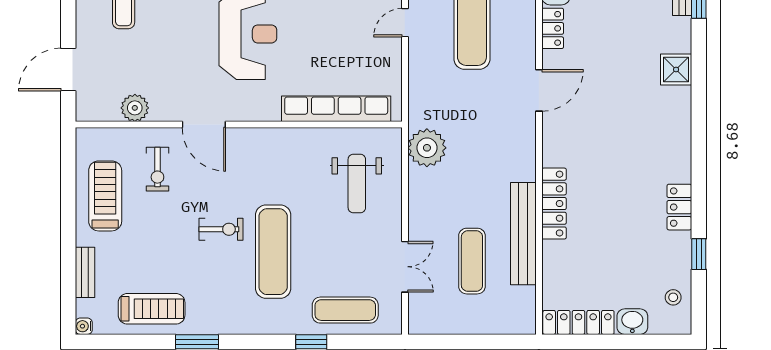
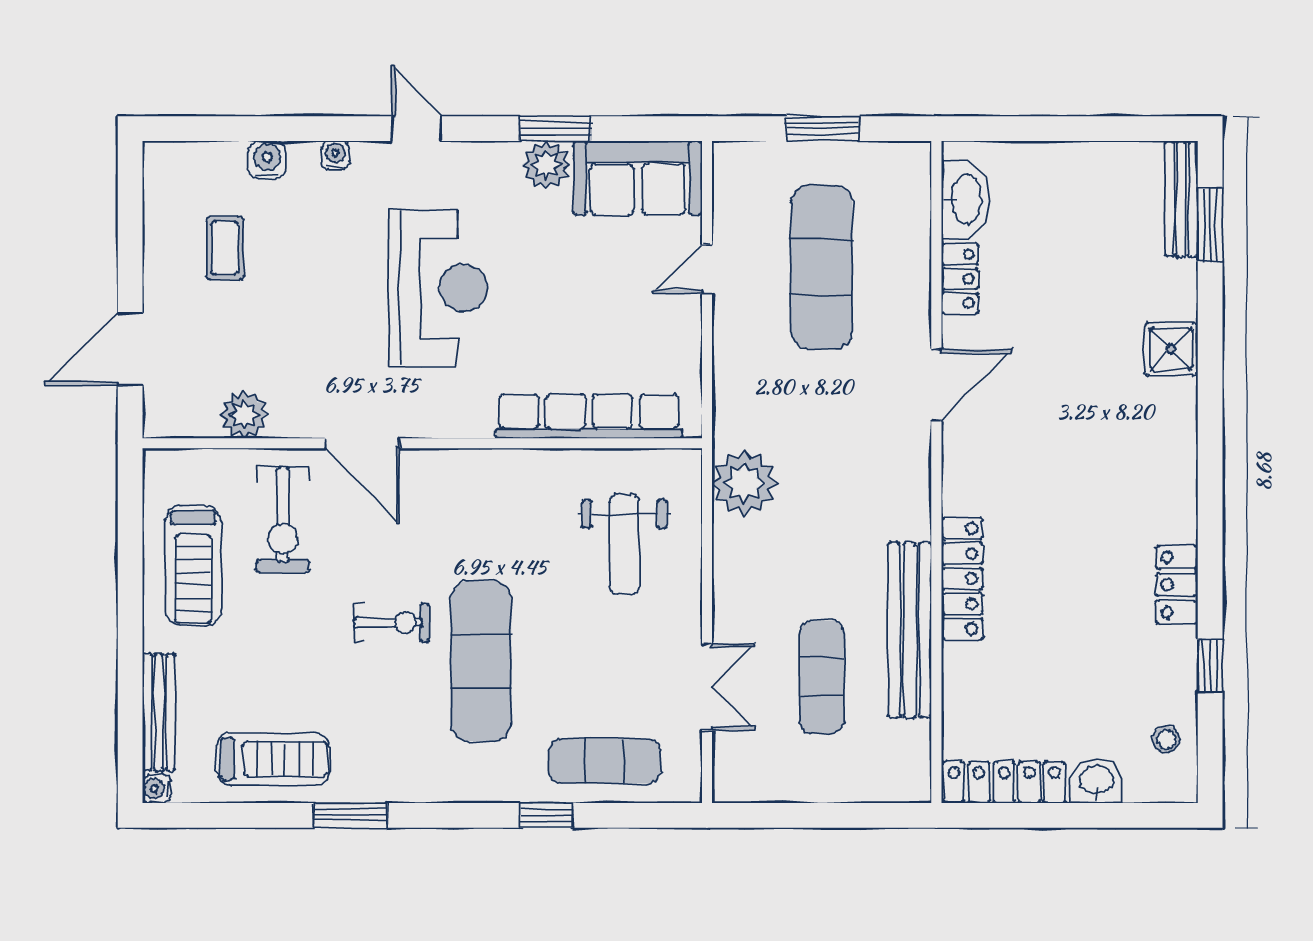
exercise bike: (157, 169) -> (283, 520), width x1.38, depth x1.39
treadmill: (105, 196) -> (193, 566), turned 180
bench: (85, 272) -> (159, 712), width x1.36

